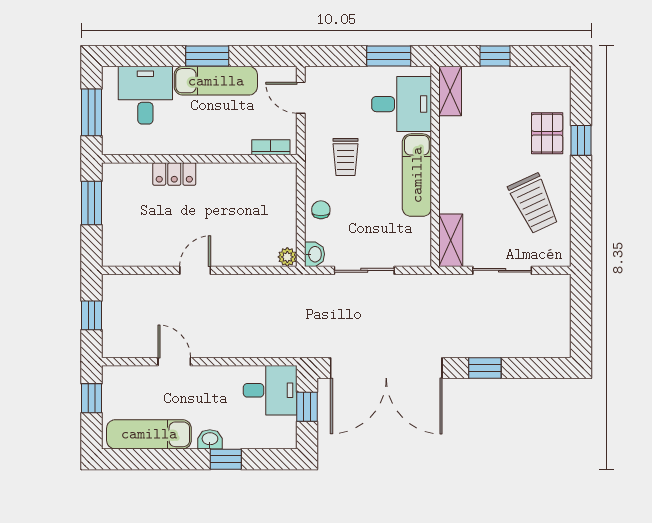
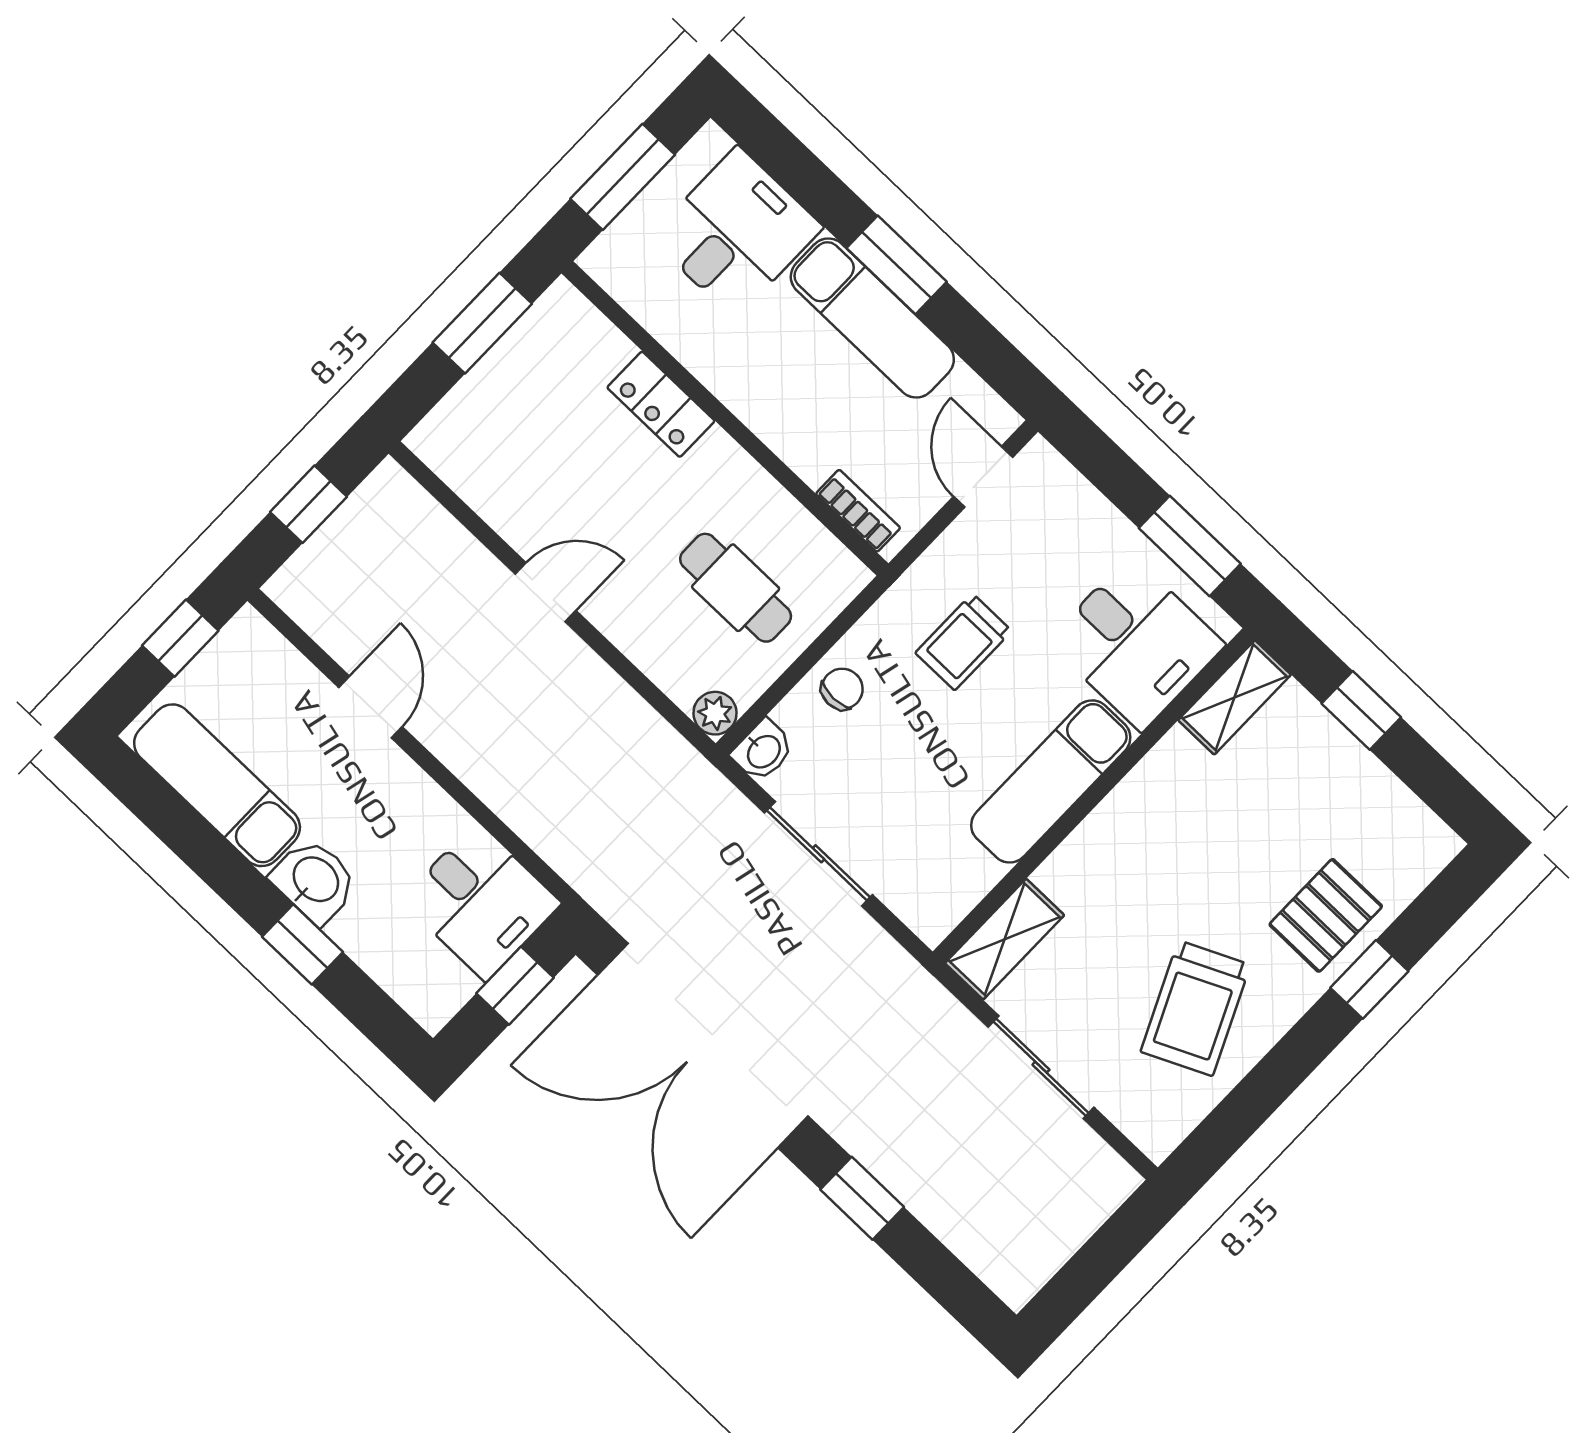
cafe table: (255, 210) -> (736, 588), added
washbasin: (210, 439) -> (315, 881), width x1.38, depth x1.45

